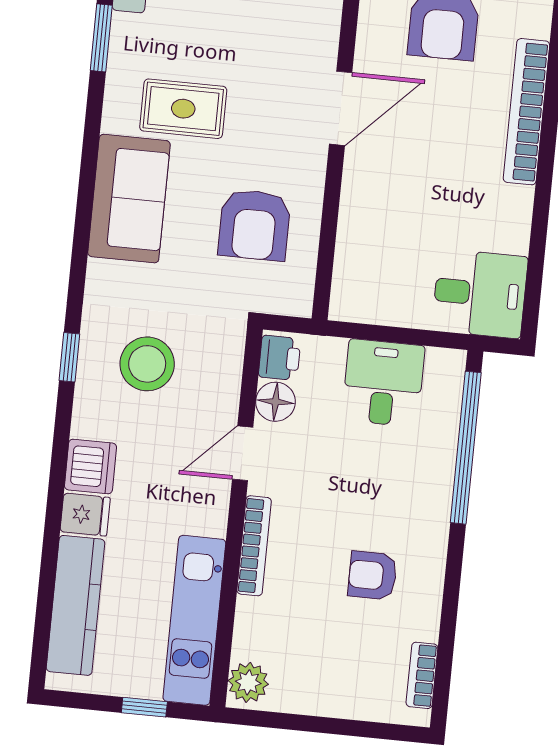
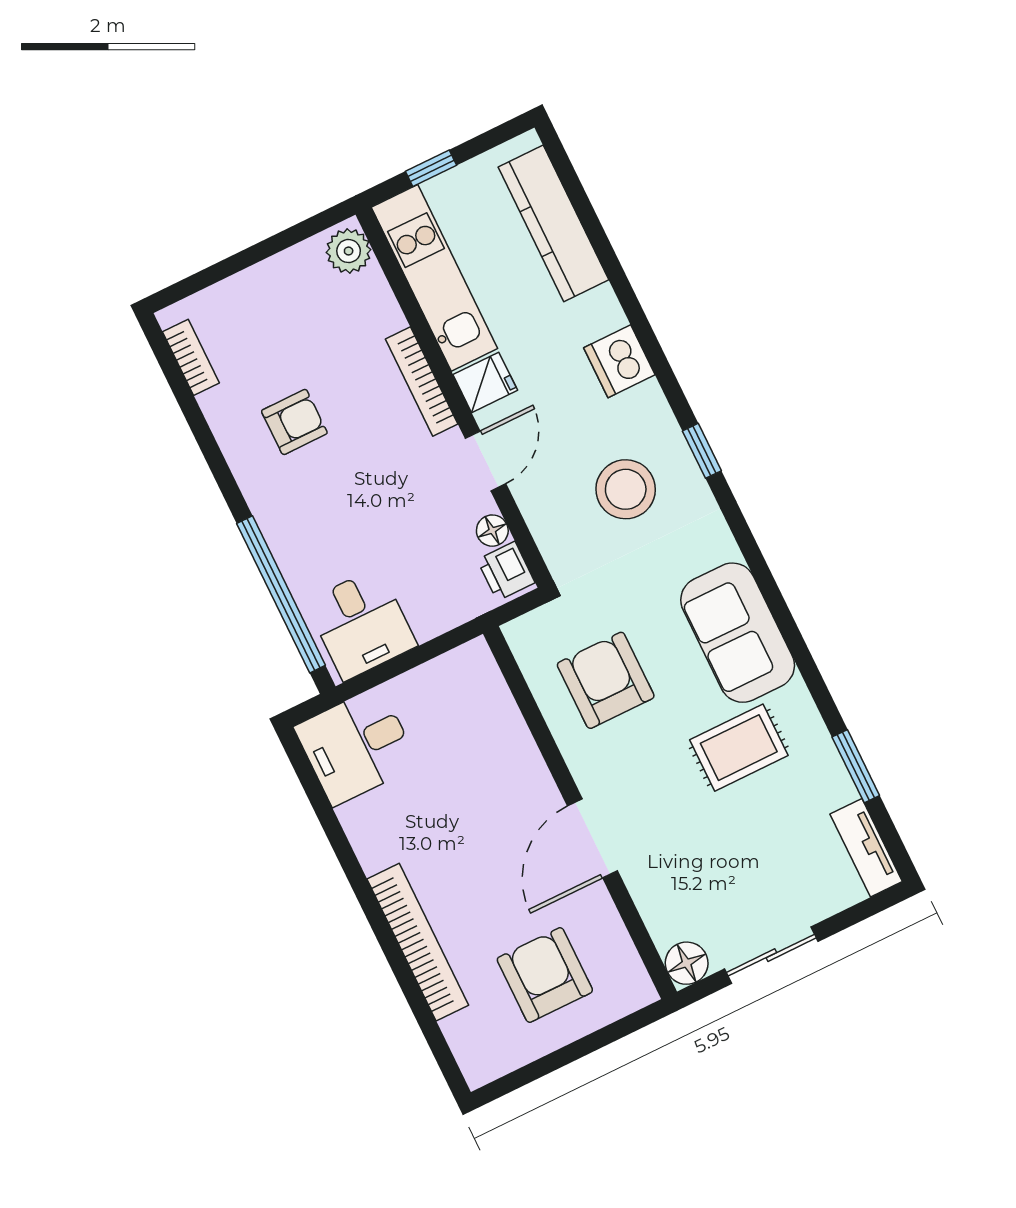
desk: (383, 383) -> (361, 624), moved
floor lamp: (275, 402) -> (492, 531), width x0.73, depth x0.73
fridge: (85, 515) -> (485, 382), moved, turned 180

